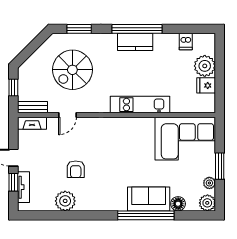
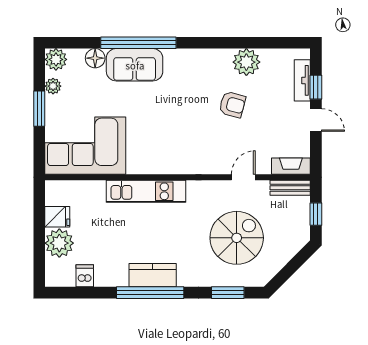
armchair: (76, 169) -> (232, 105), turned 105

